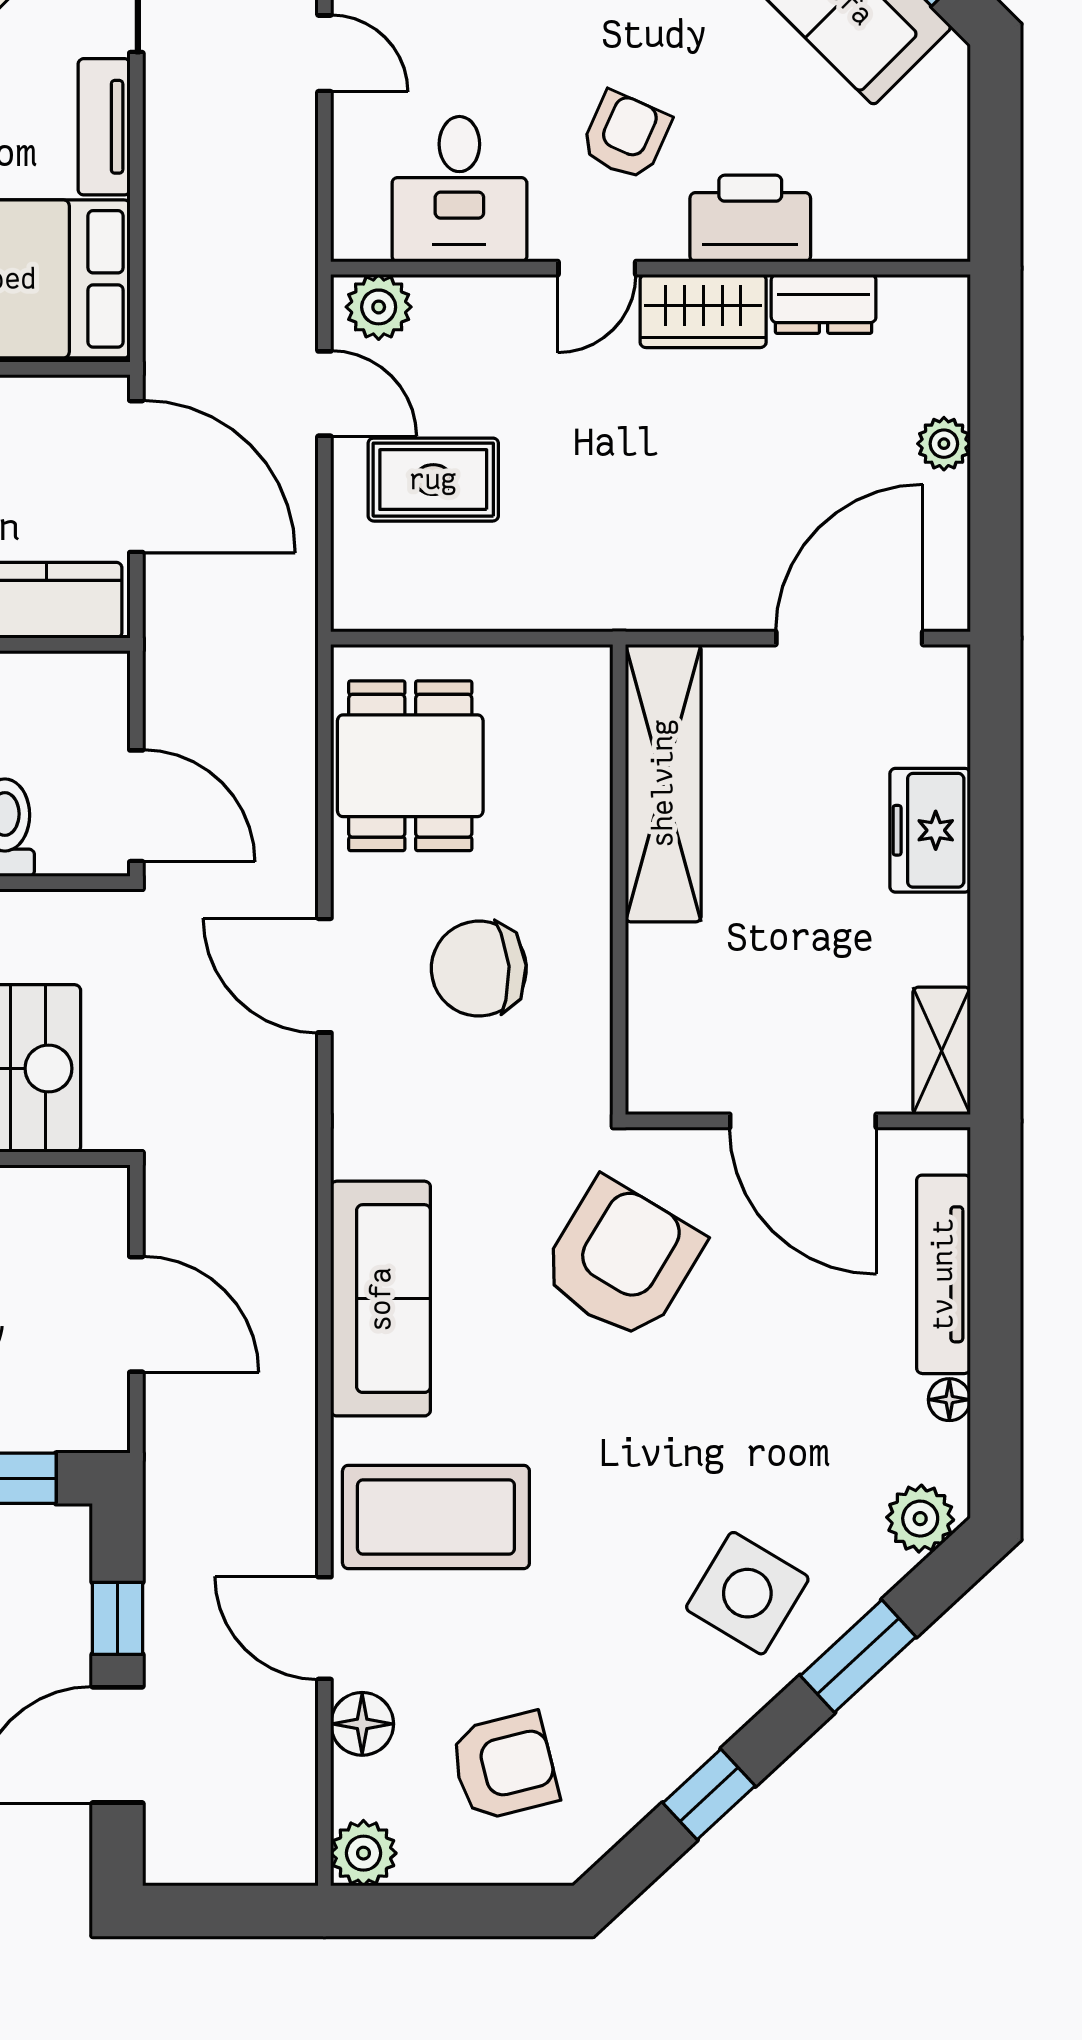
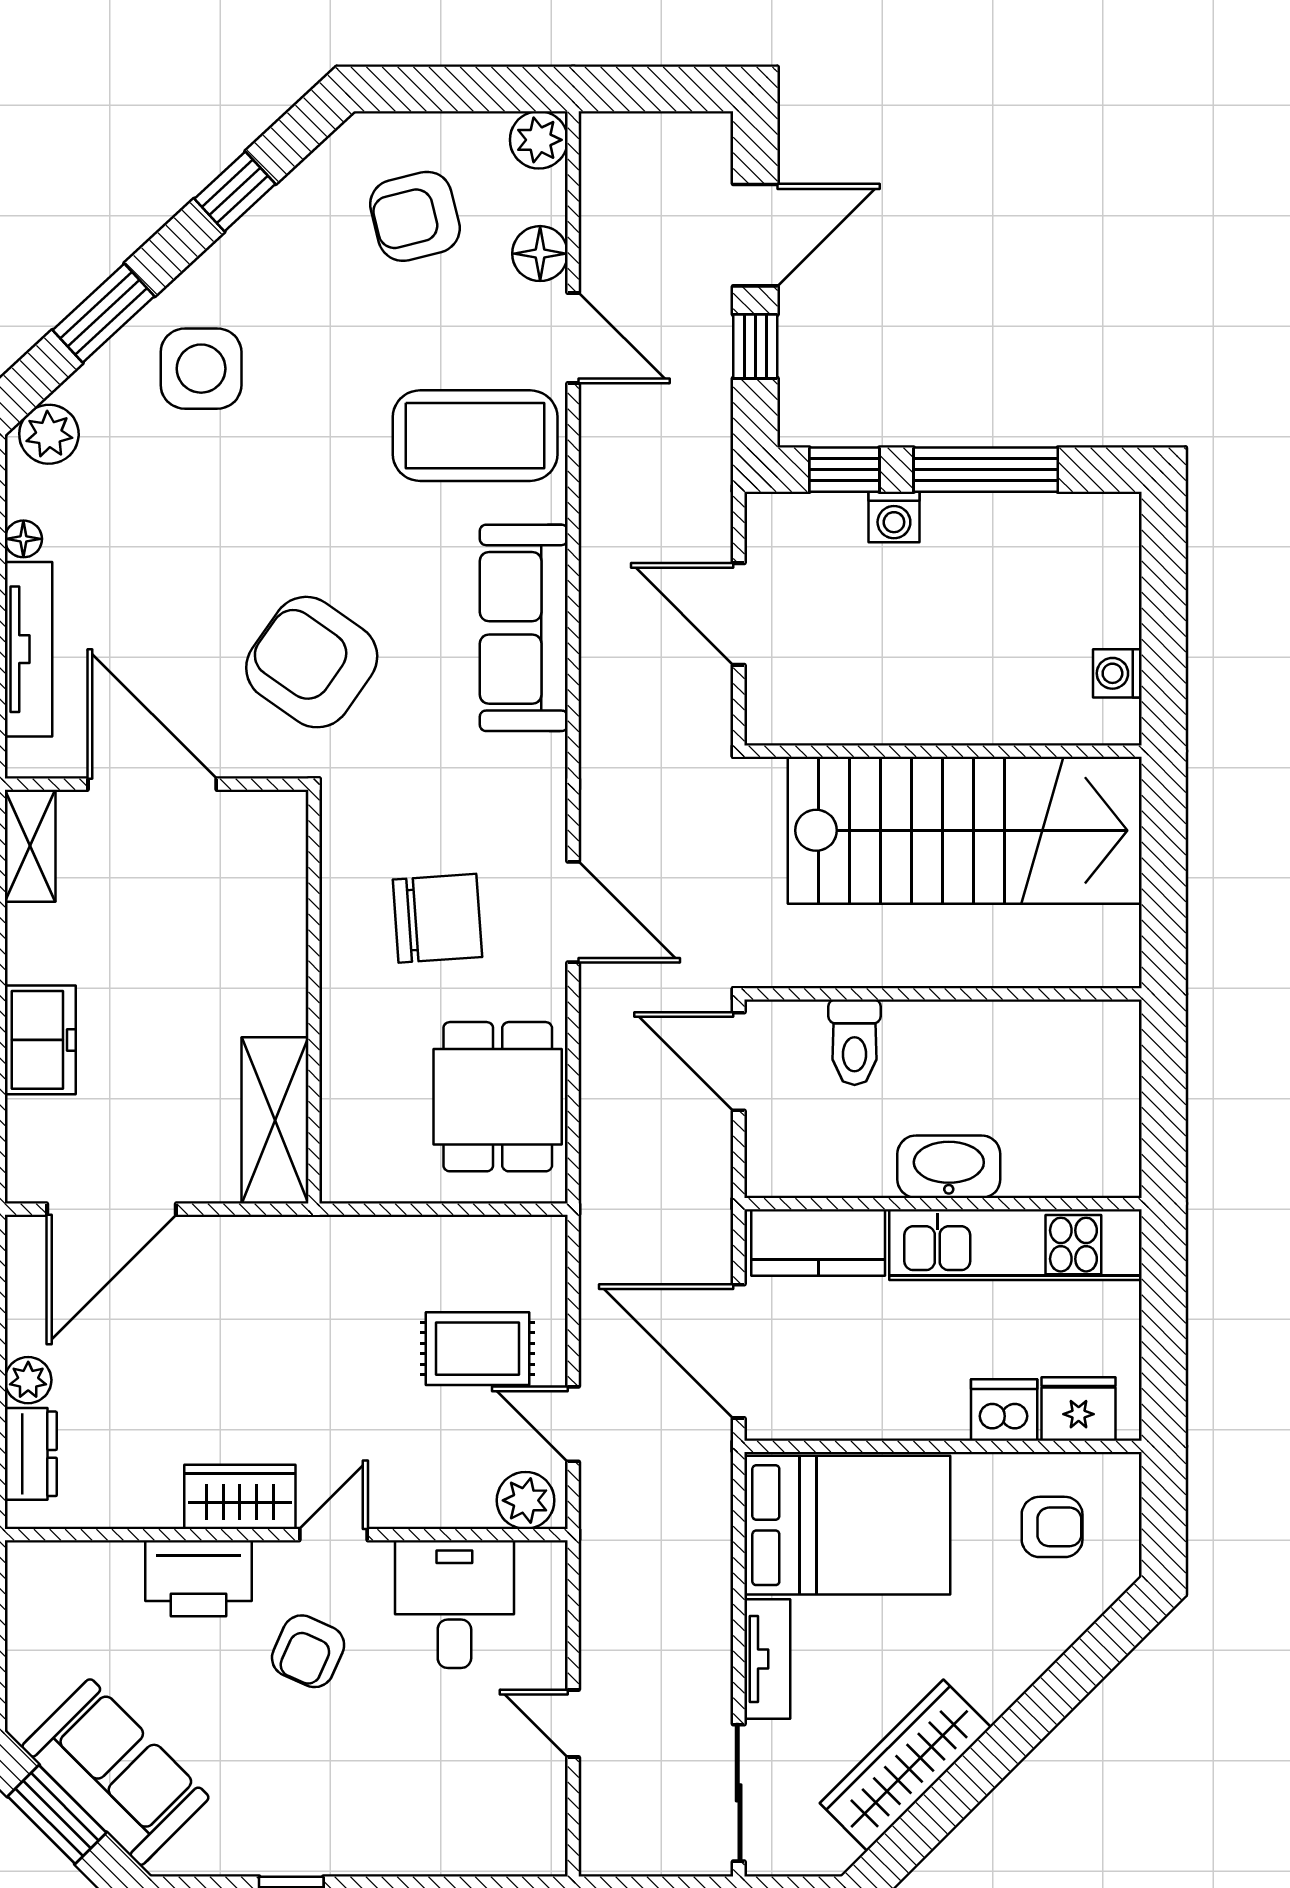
dresser: (824, 304) -> (31, 1454), moved, turned 90
shelving: (663, 783) -> (275, 1120), width x0.68
armchair: (622, 1260) -> (312, 662), turned 94
side table: (747, 1593) -> (201, 369), turned -31

